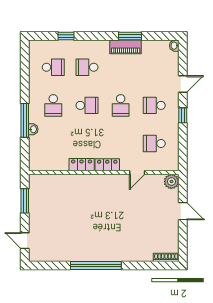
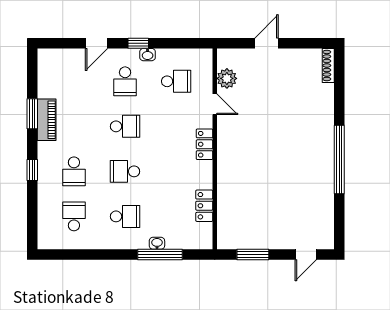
window: (66, 36) -> (32, 170), moved
washbasin: (174, 46) -> (148, 55), moved
door: (183, 84) -> (97, 43), swing flipped
school desk: (87, 105) -> (125, 171), turned -90
window: (25, 120) -> (160, 255), moved
school desk: (154, 144) -> (176, 81), turned -90
locker: (82, 165) -> (204, 206), moved
plant: (171, 182) -> (227, 78), moved

